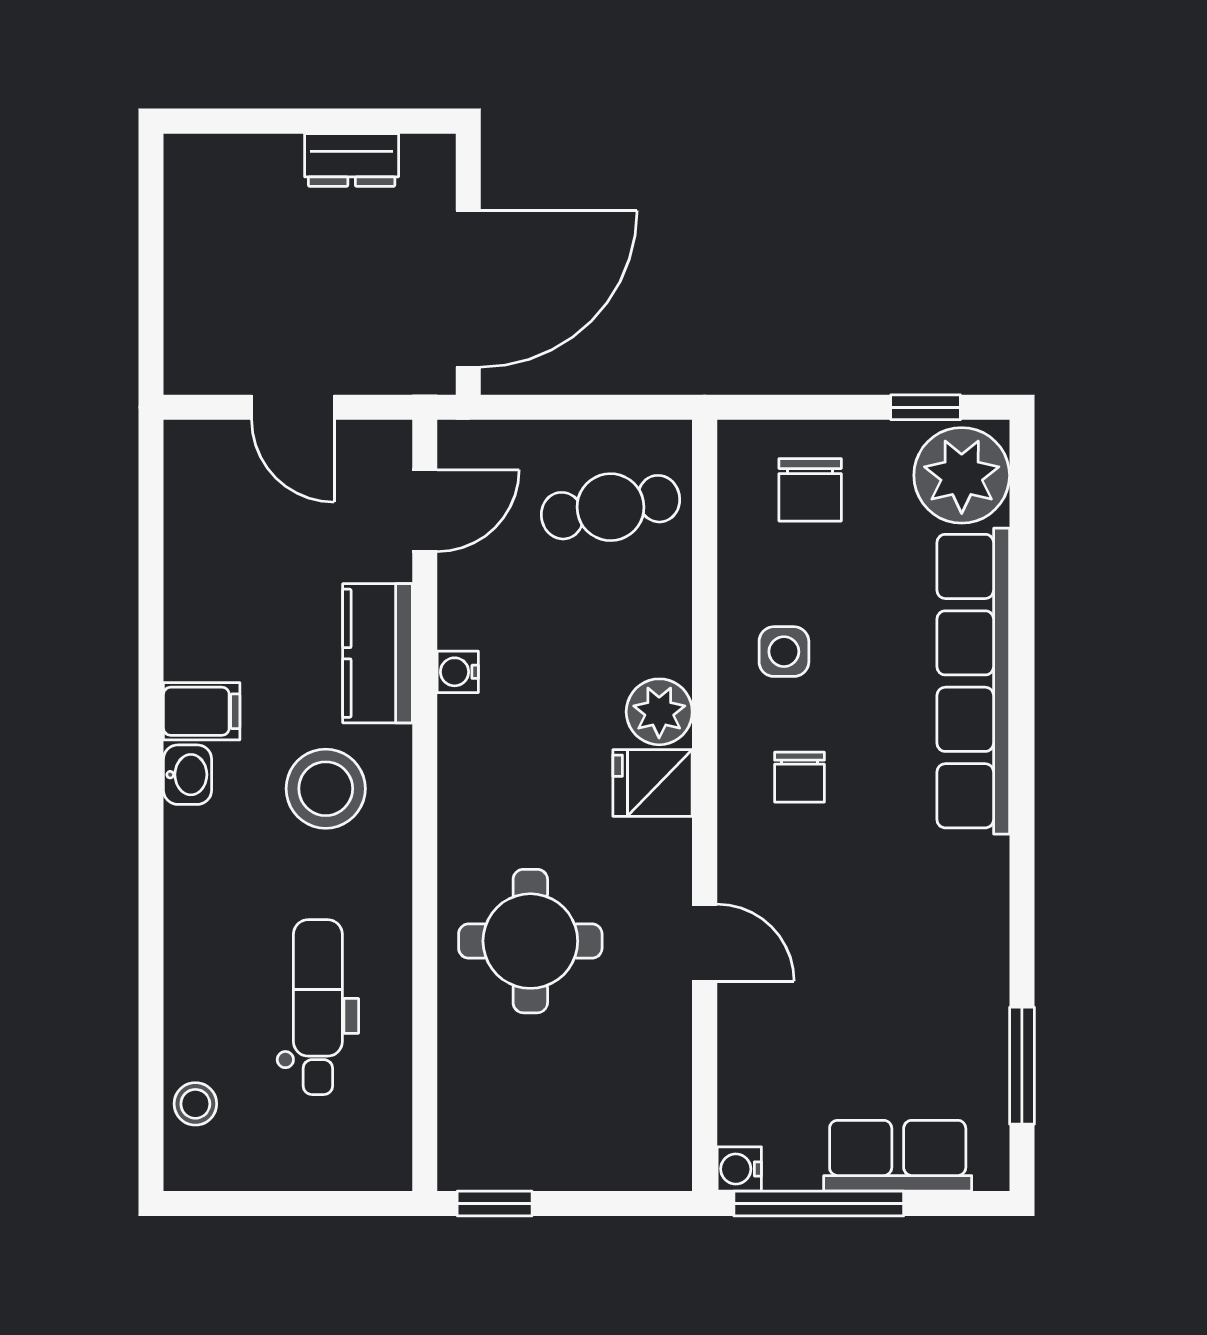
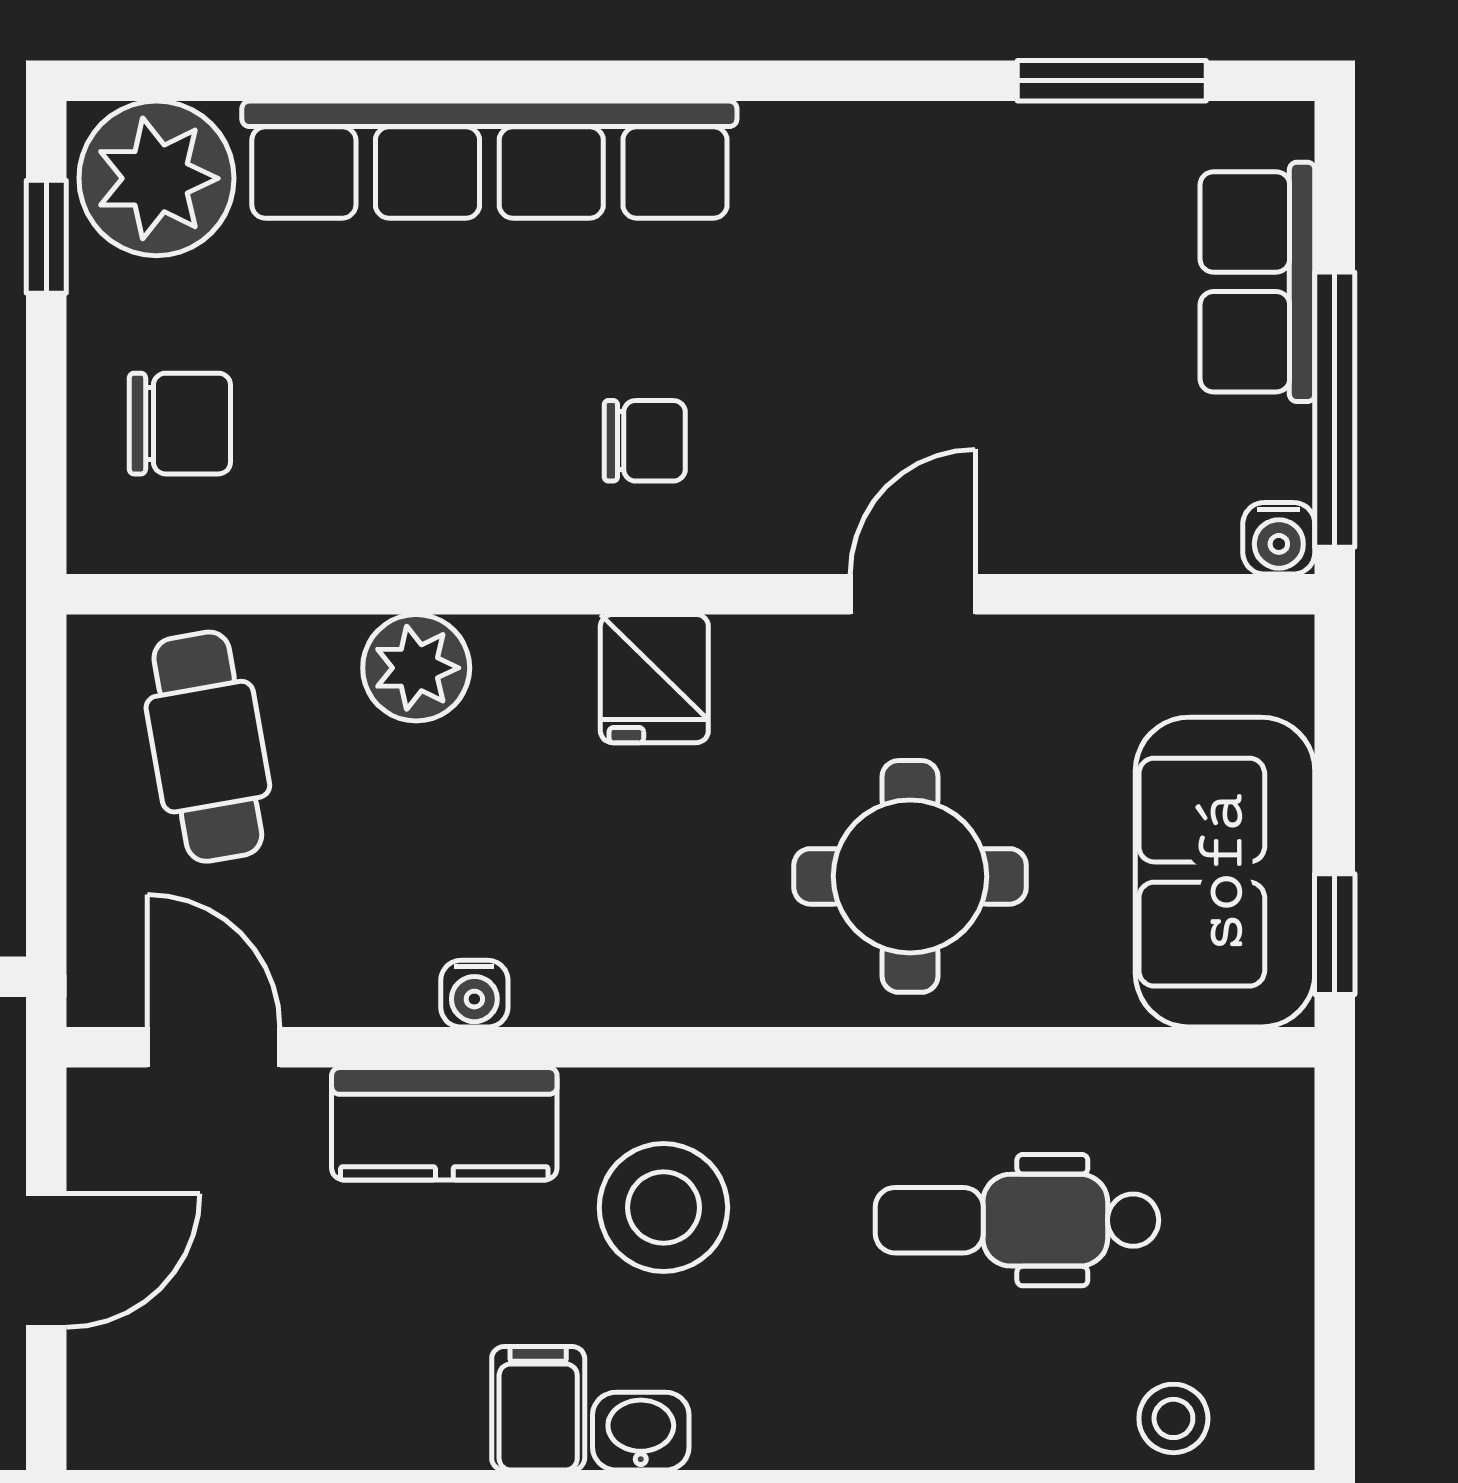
side table: (784, 652) -> (442, 466), removed
plant: (659, 712) -> (416, 668), moved
sofa: (533, 1136) -> (1225, 872), added

